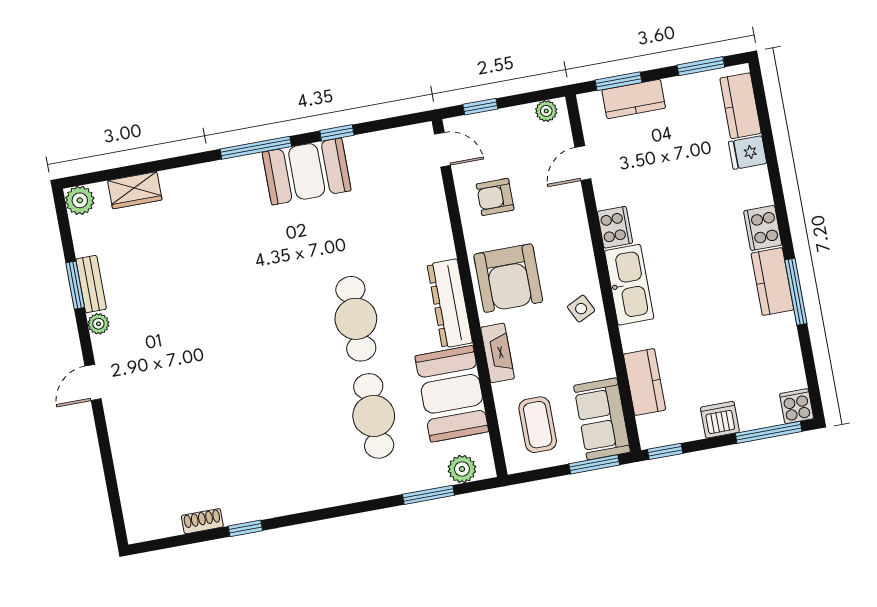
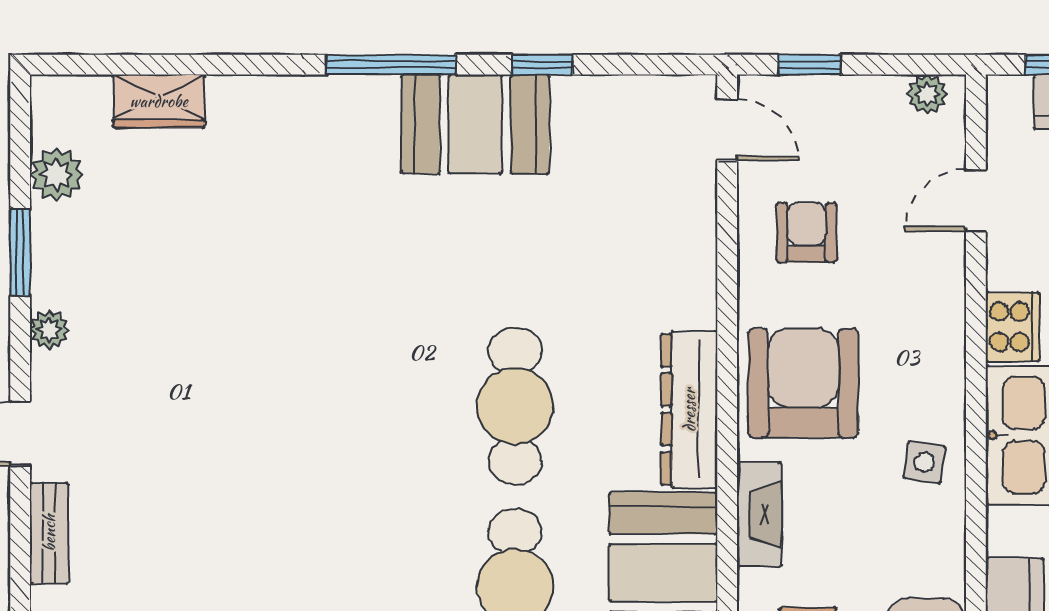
armchair: (495, 197) -> (806, 232), turned 90
plant: (80, 200) -> (56, 174), moved
armchair: (508, 278) -> (803, 383), turned 180
bench: (91, 284) -> (49, 533), moved
side table: (581, 309) -> (924, 462), turned 35

